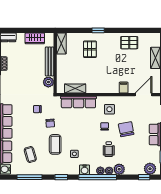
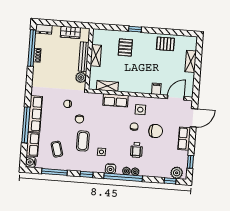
shelving: (61, 44) -> (96, 55), moved
row of seats: (78, 102) -> (116, 100), width x0.68
chair: (126, 129) -> (156, 131), turned 101
plant: (119, 169) -> (146, 171), removed

